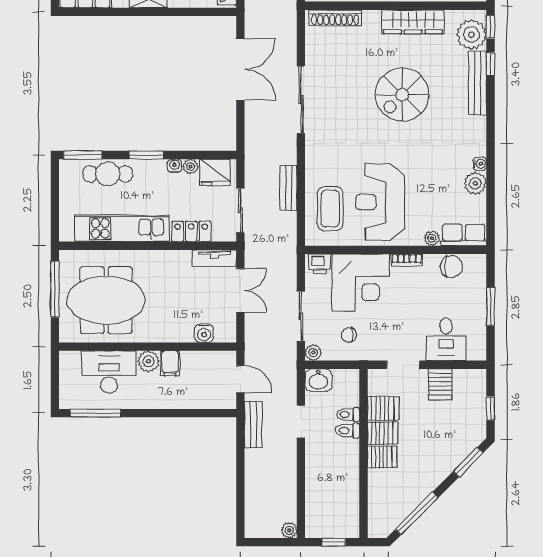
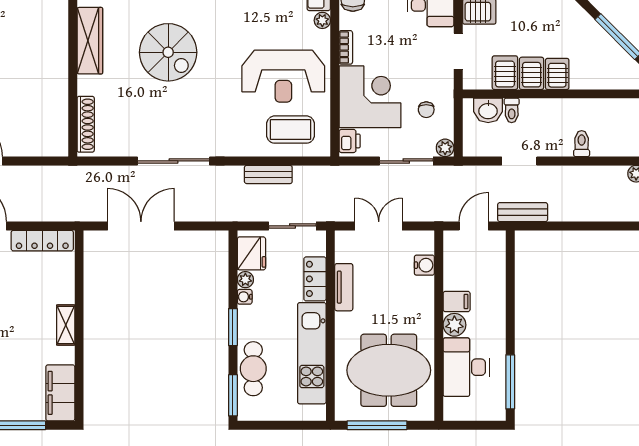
tv unit: (214, 258) -> (344, 287), moved
meeting table: (106, 300) -> (389, 370), turned 90
washbasin: (318, 380) -> (488, 110), moved, turned 90
toilet: (347, 431) -> (582, 144), moved, turned 180

